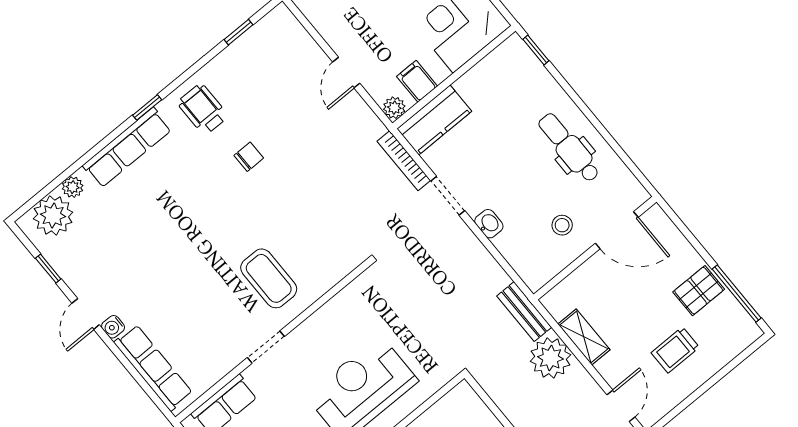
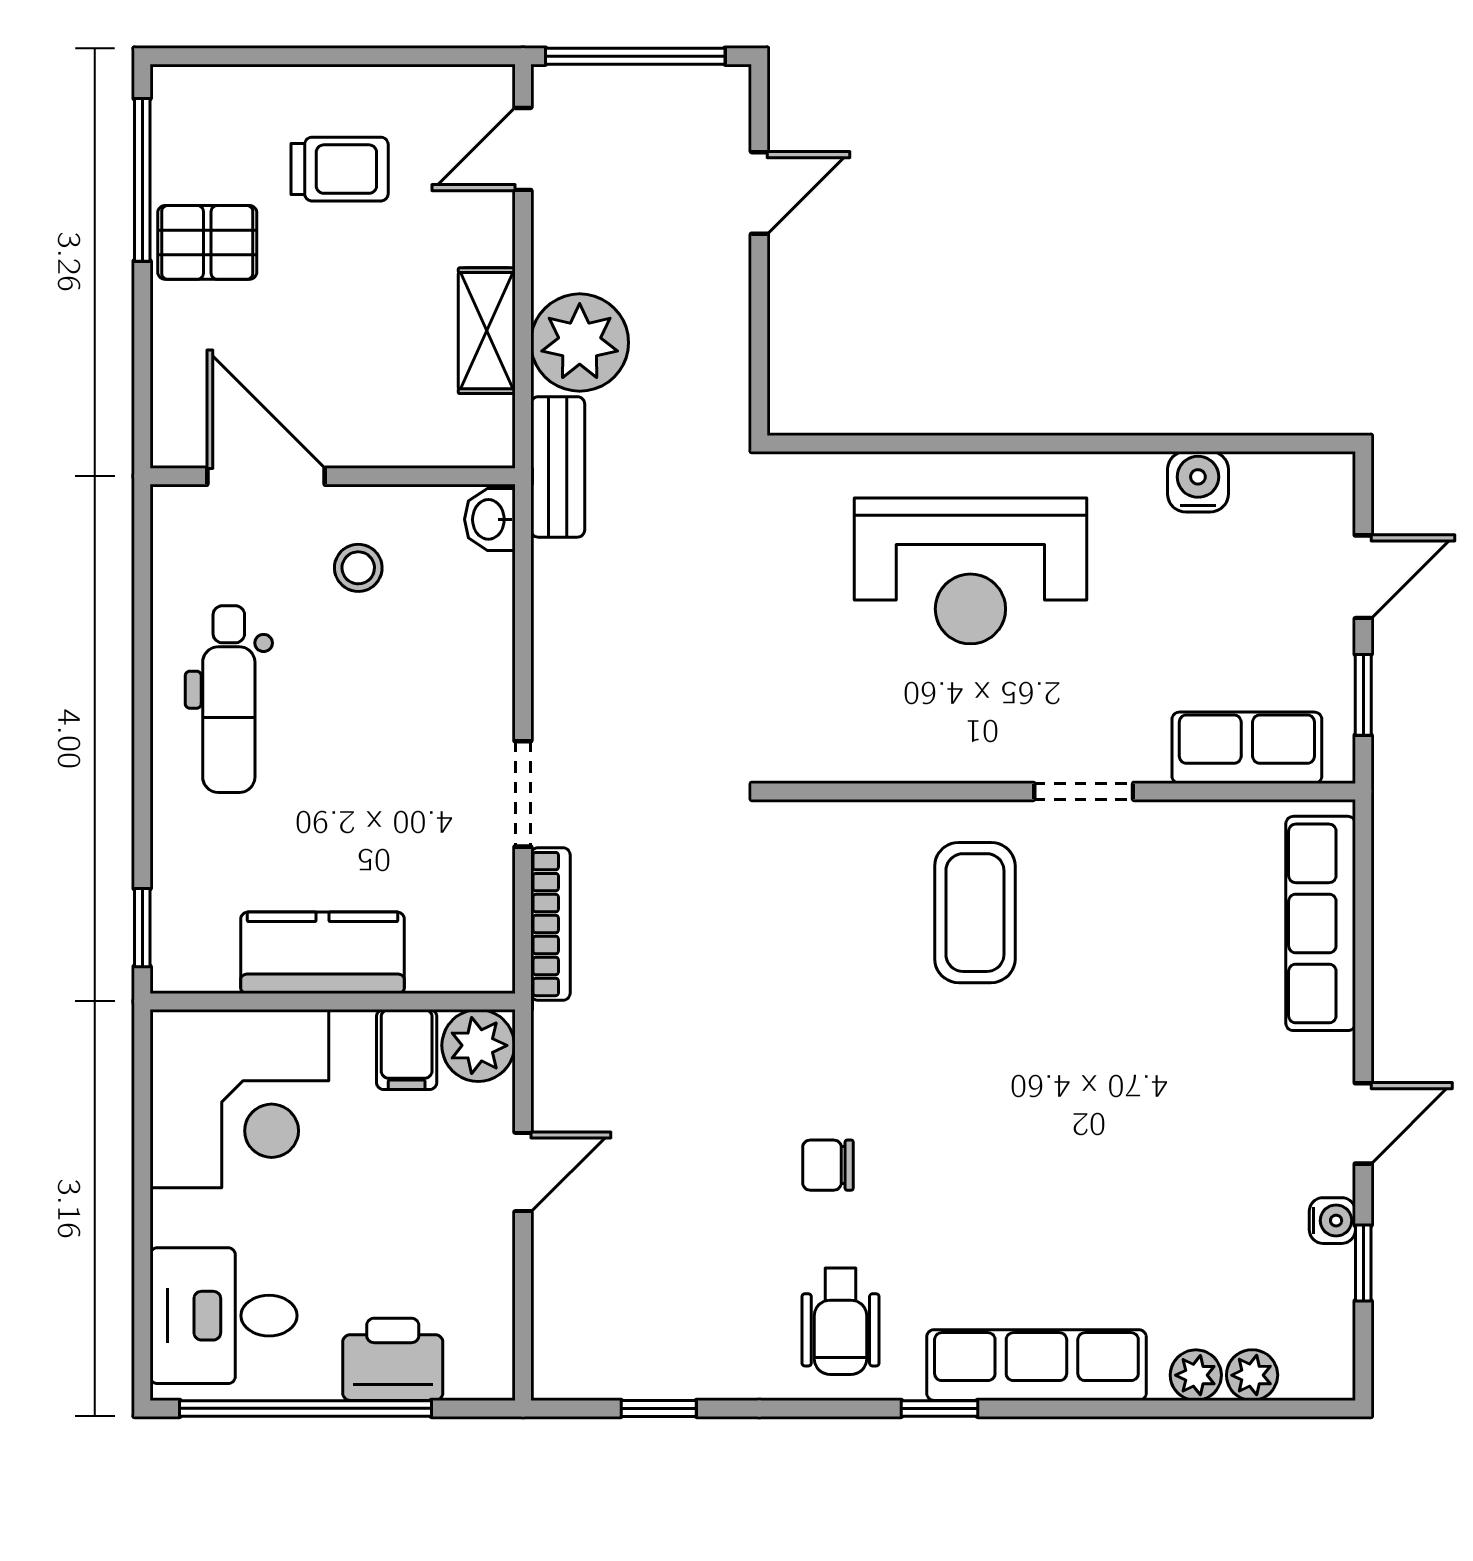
plant: (394, 108) -> (478, 1045), width x1.38, depth x1.38
kitchen counter: (434, 120) -> (323, 953), moved
plant: (53, 215) -> (1252, 1375), width x0.53, depth x0.53
washbasin: (489, 224) -> (490, 519), moved
water cooler: (113, 327) -> (1332, 1221), moved

